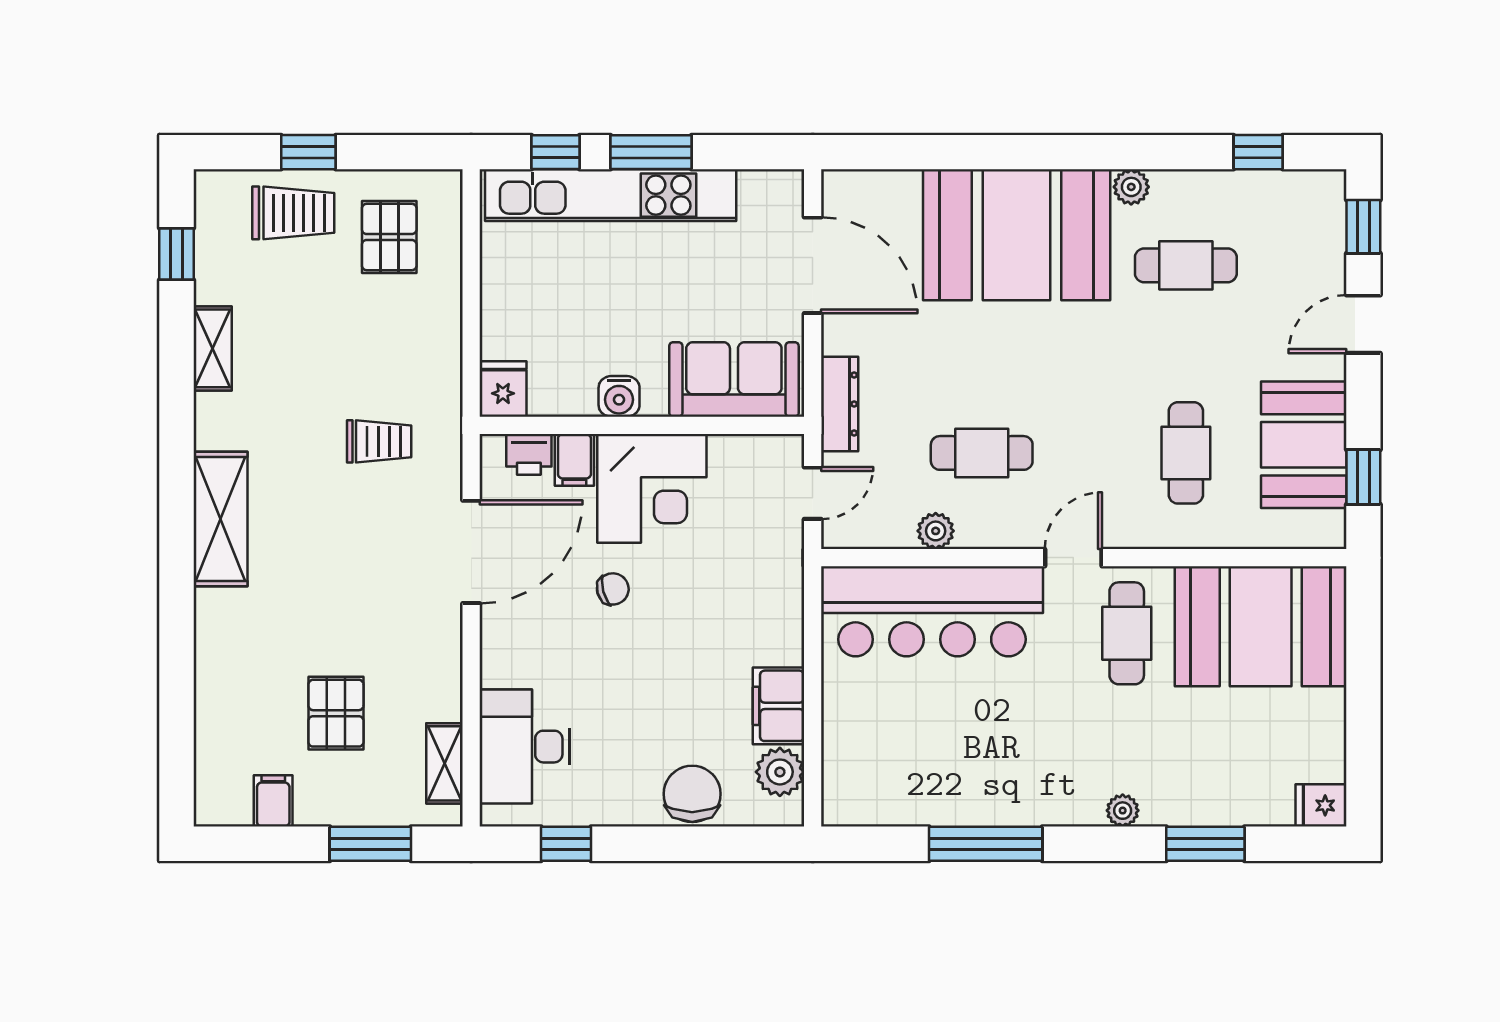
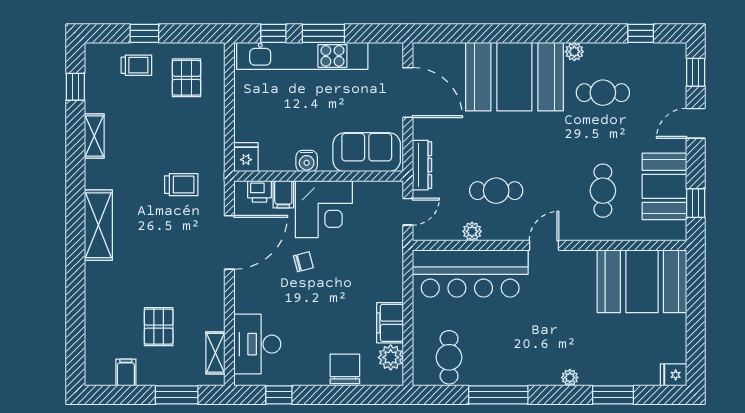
trolley: (293, 213) -> (136, 65), width x0.73, depth x0.72
cafe table: (1127, 633) -> (449, 357), moved

